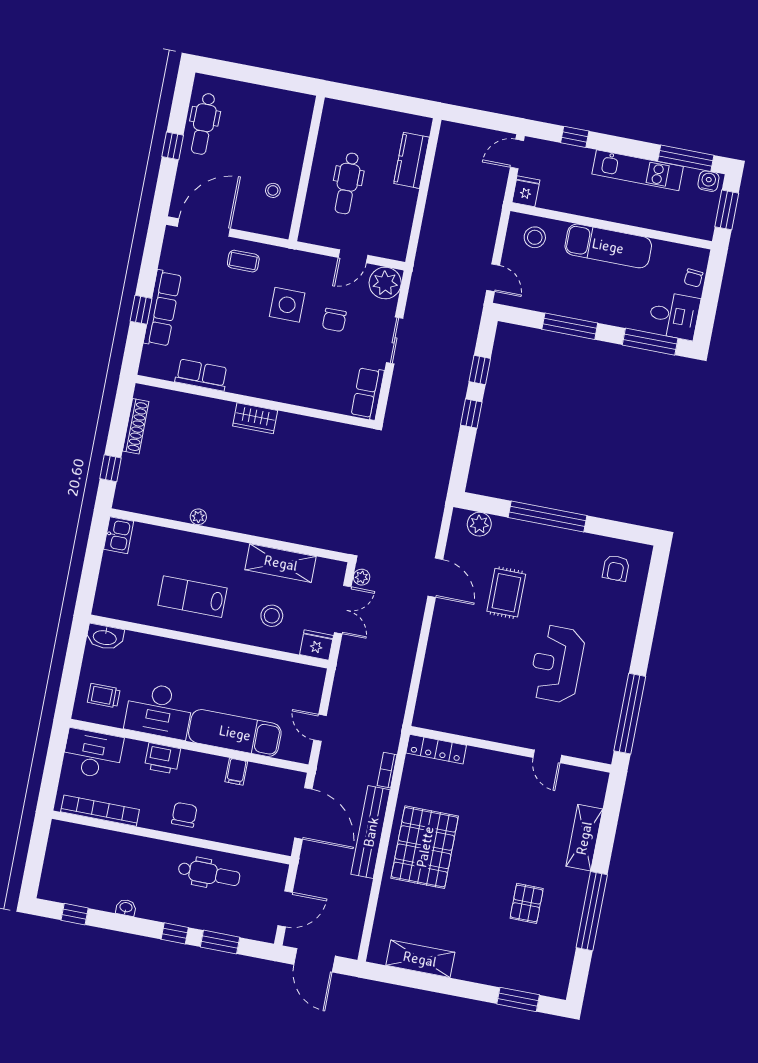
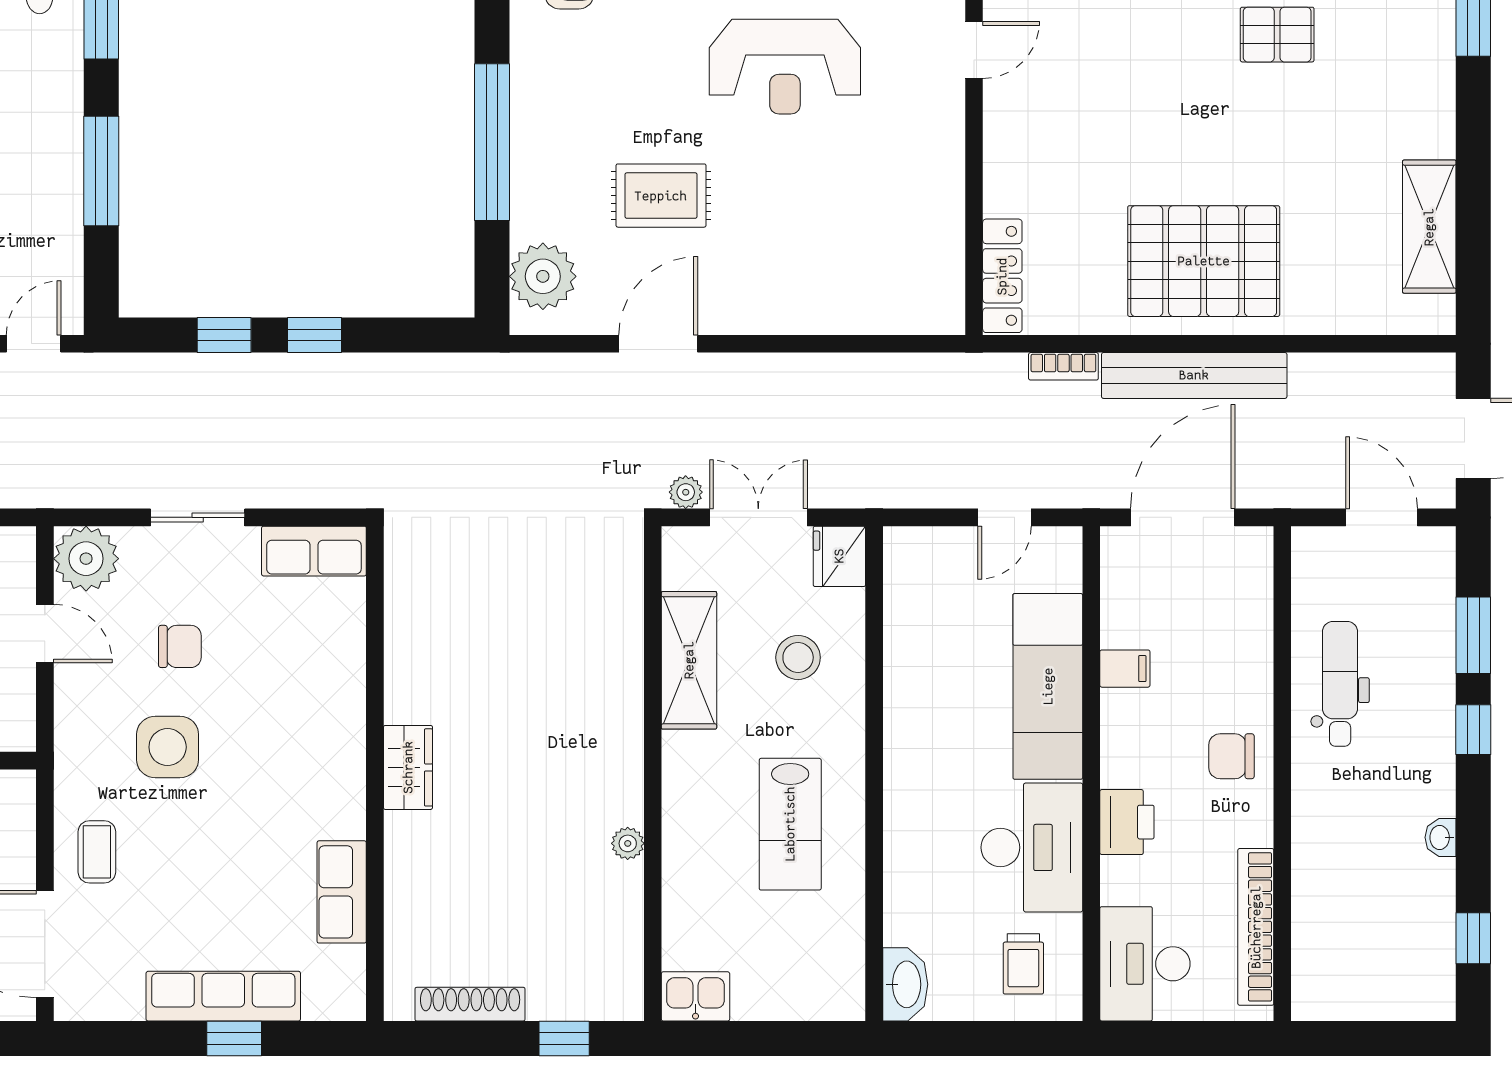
plant: (479, 524) -> (543, 276), width x1.36, depth x1.36

